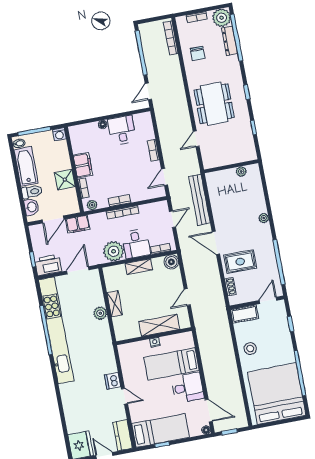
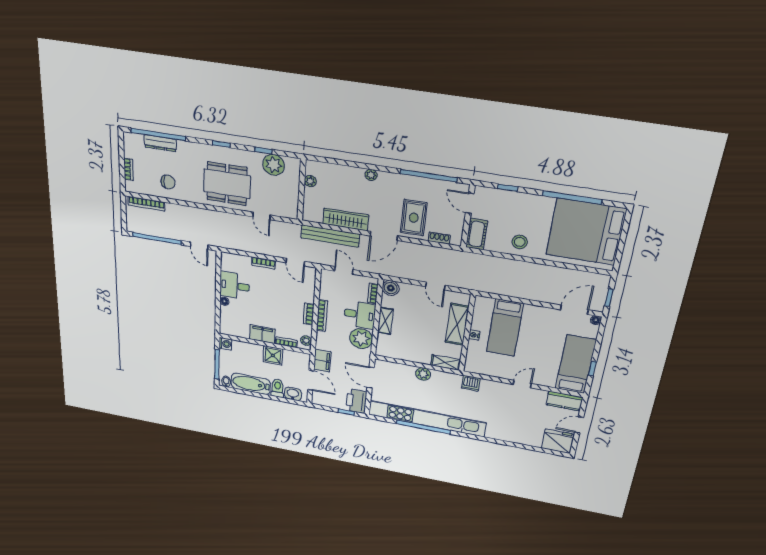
plant: (222, 18) -> (274, 165), moved
wardrobe: (219, 208) -> (346, 219), added
shelving: (115, 304) -> (446, 362), moved
dishwasher: (113, 381) -> (471, 383), moved
desk: (188, 388) -> (538, 321), removed

